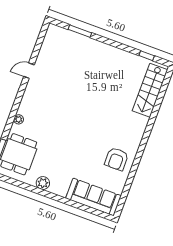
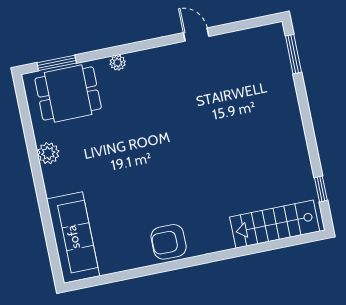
window: (80, 31) -> (293, 54), moved
armchair: (117, 159) -> (169, 242), moved

